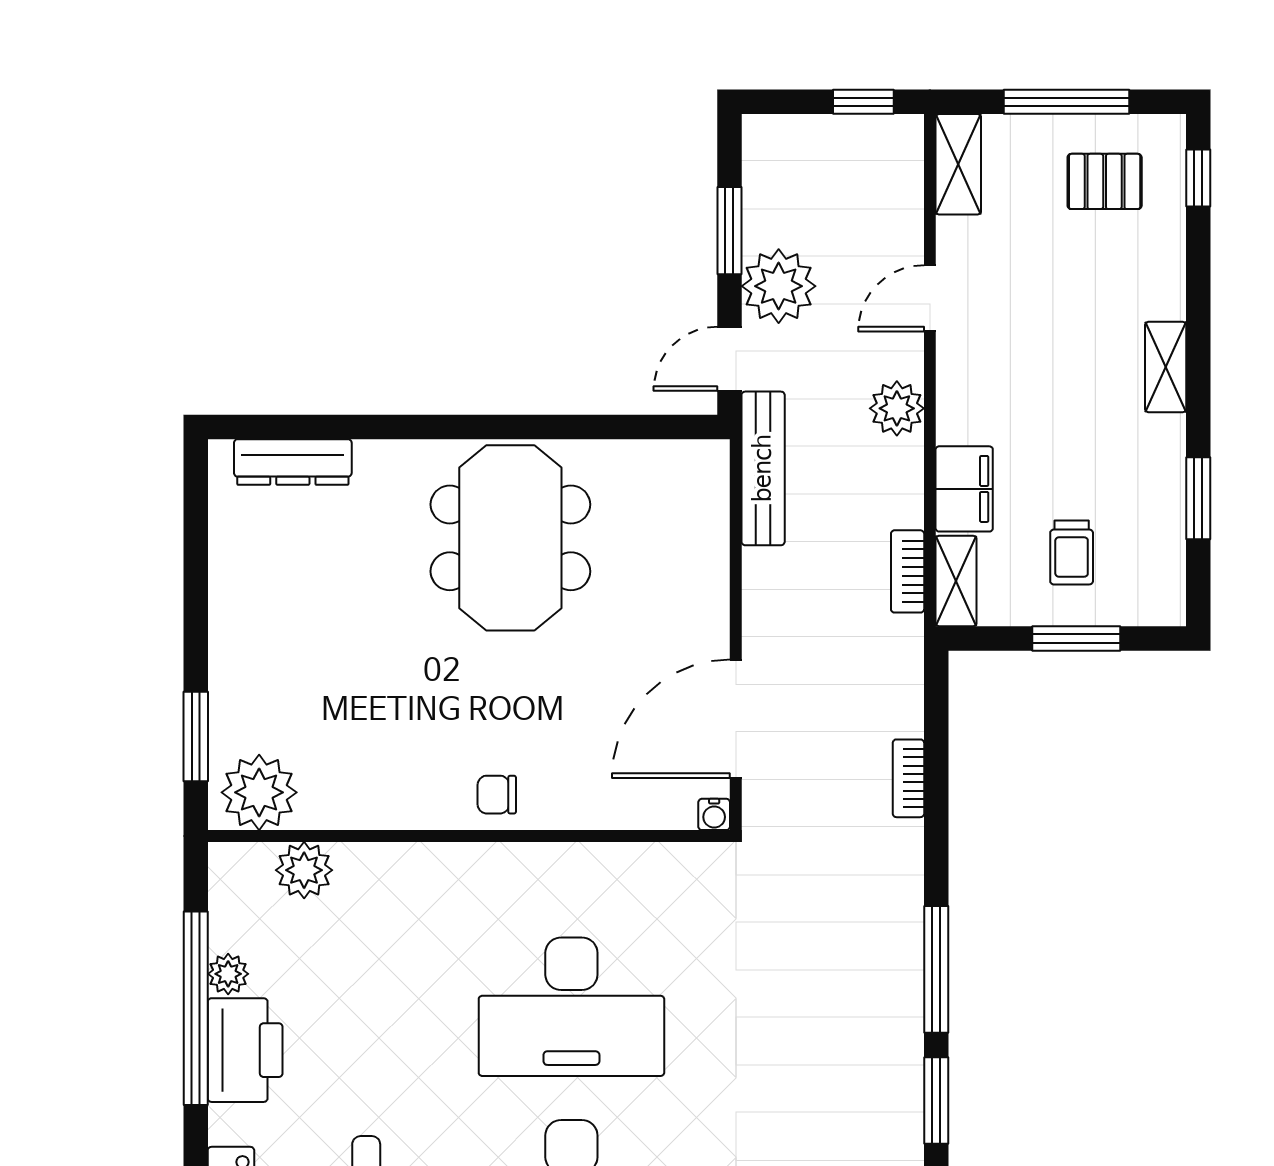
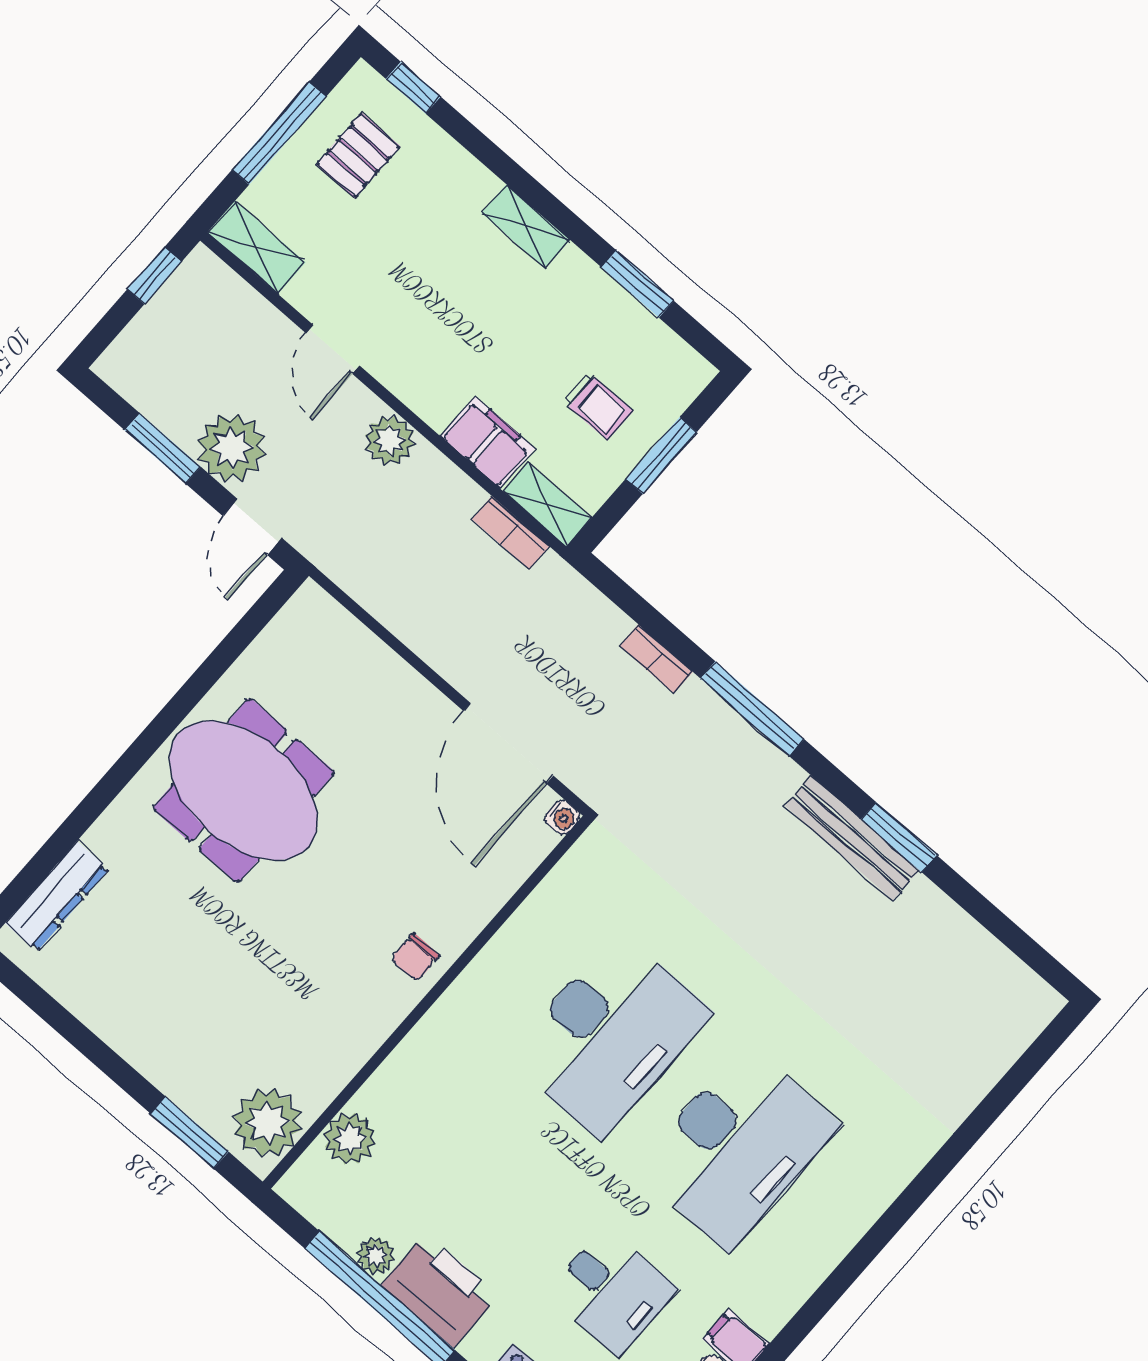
bench: (763, 468) -> (852, 838), moved
window: (936, 969) -> (752, 709), moved

